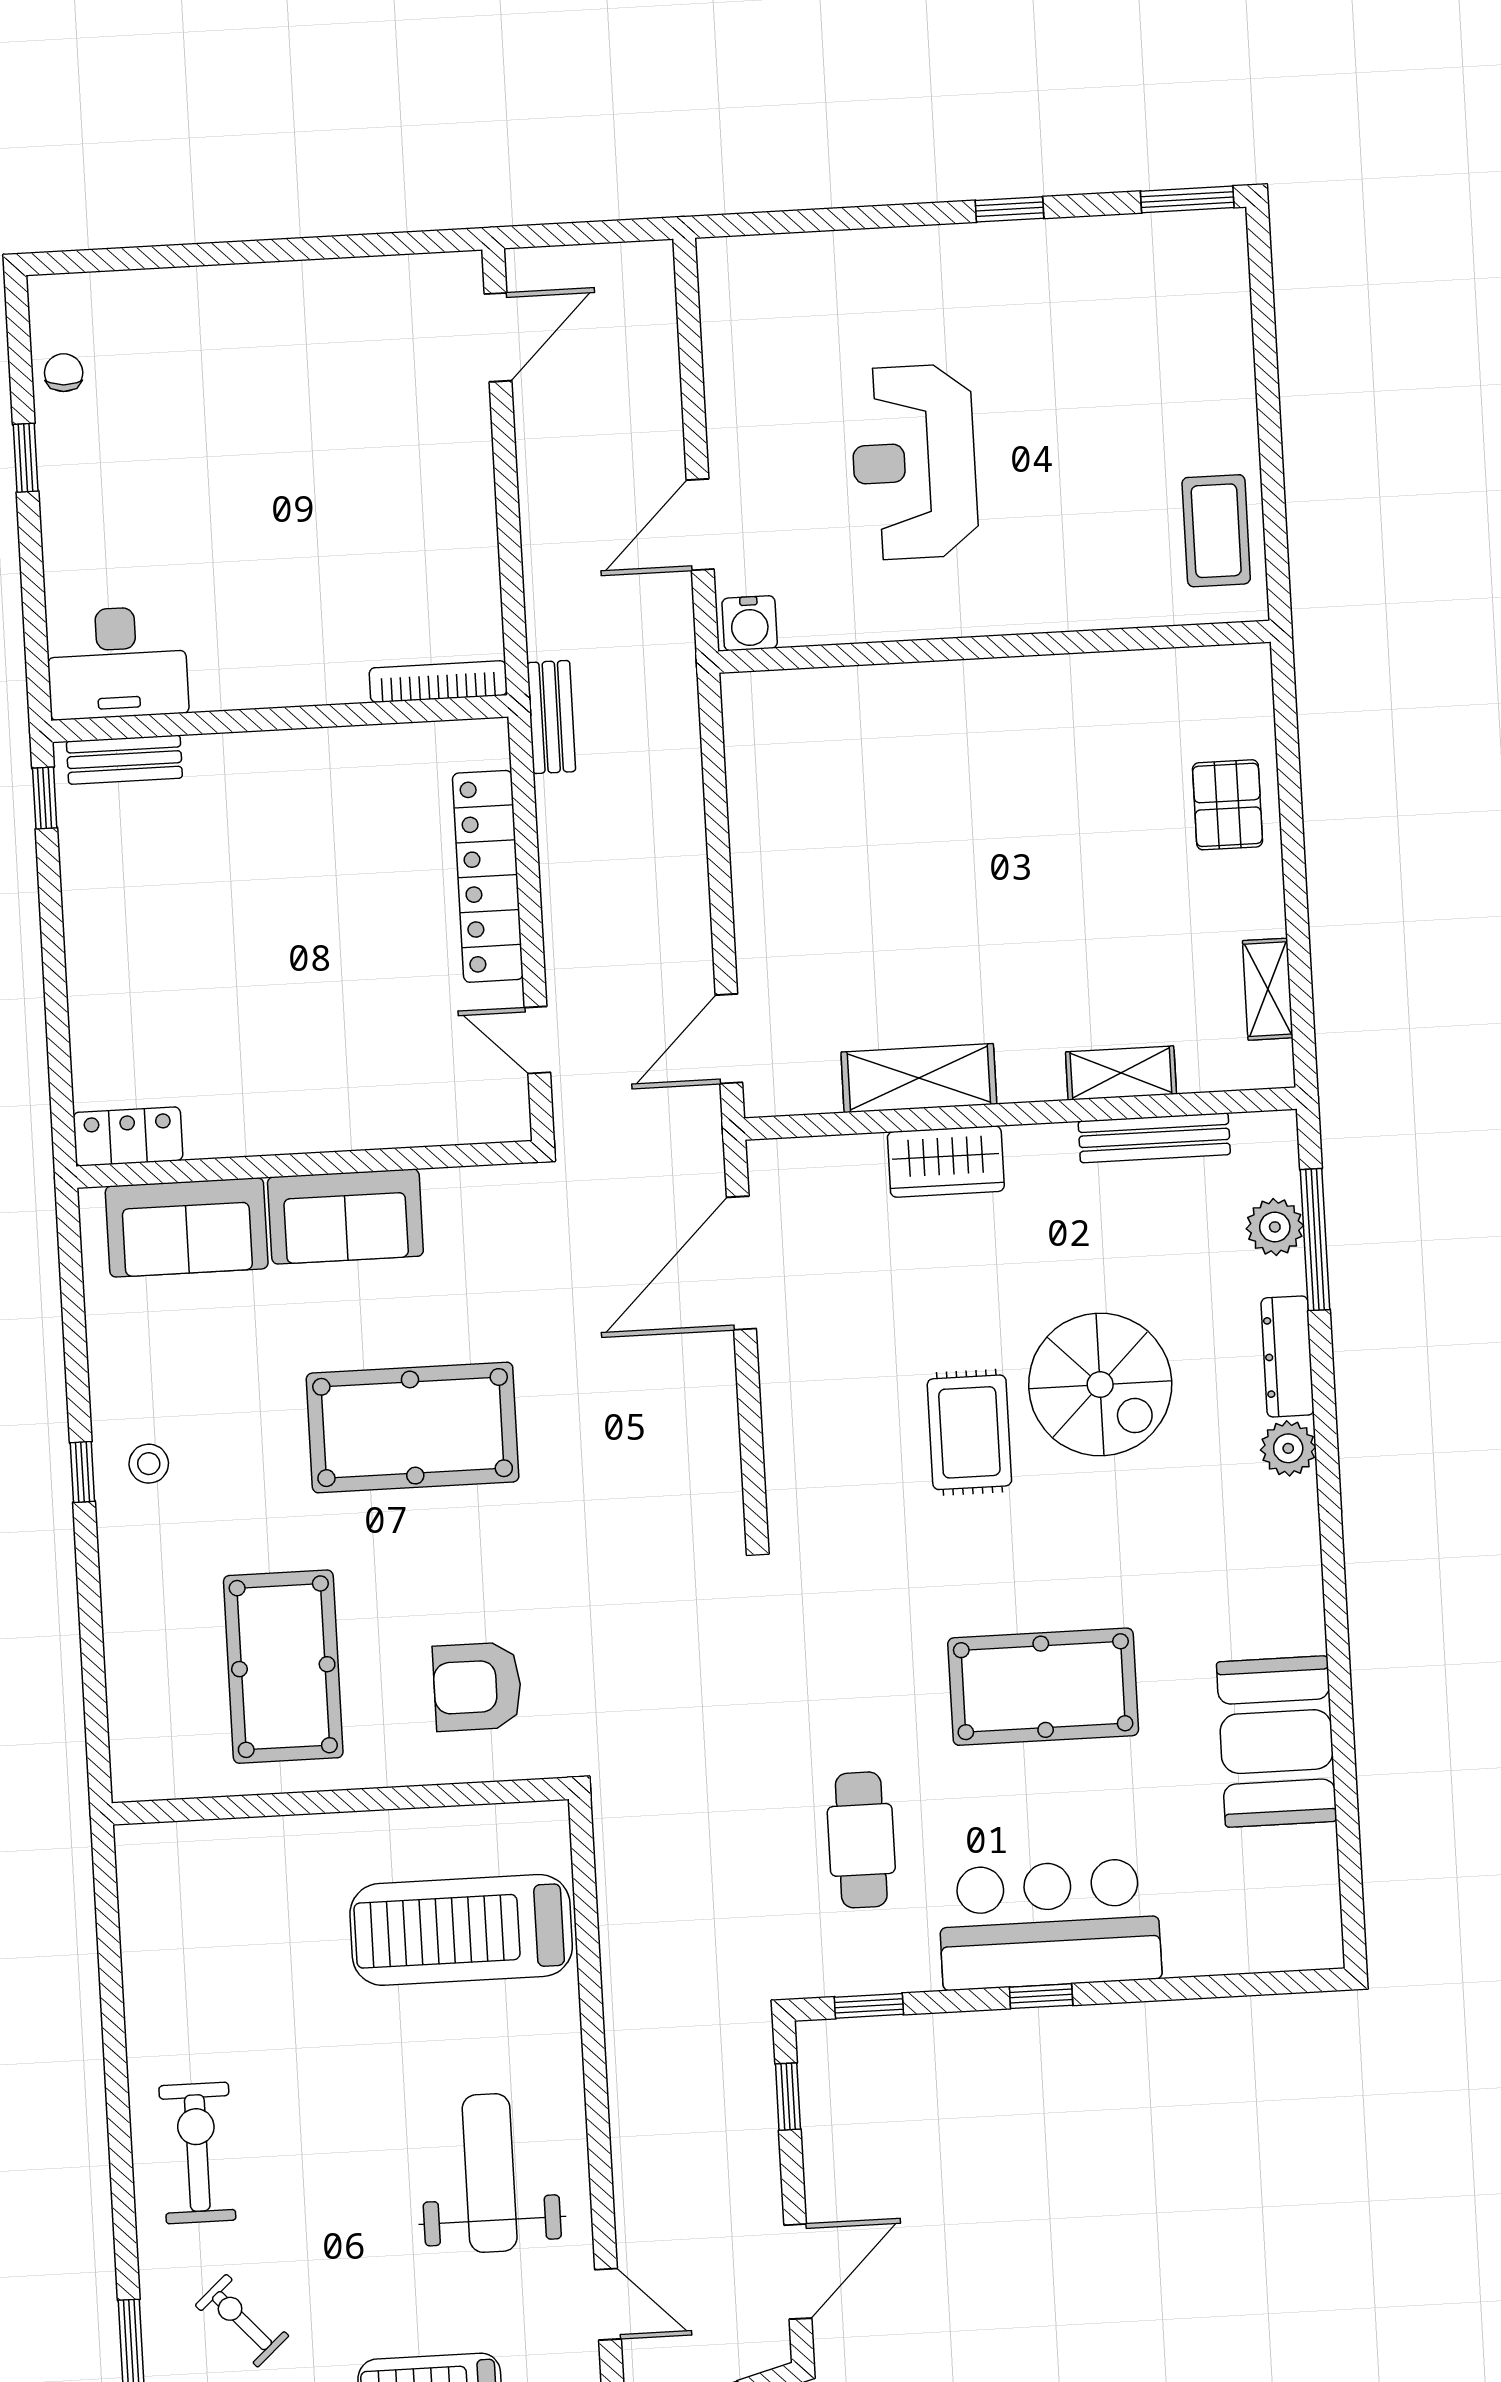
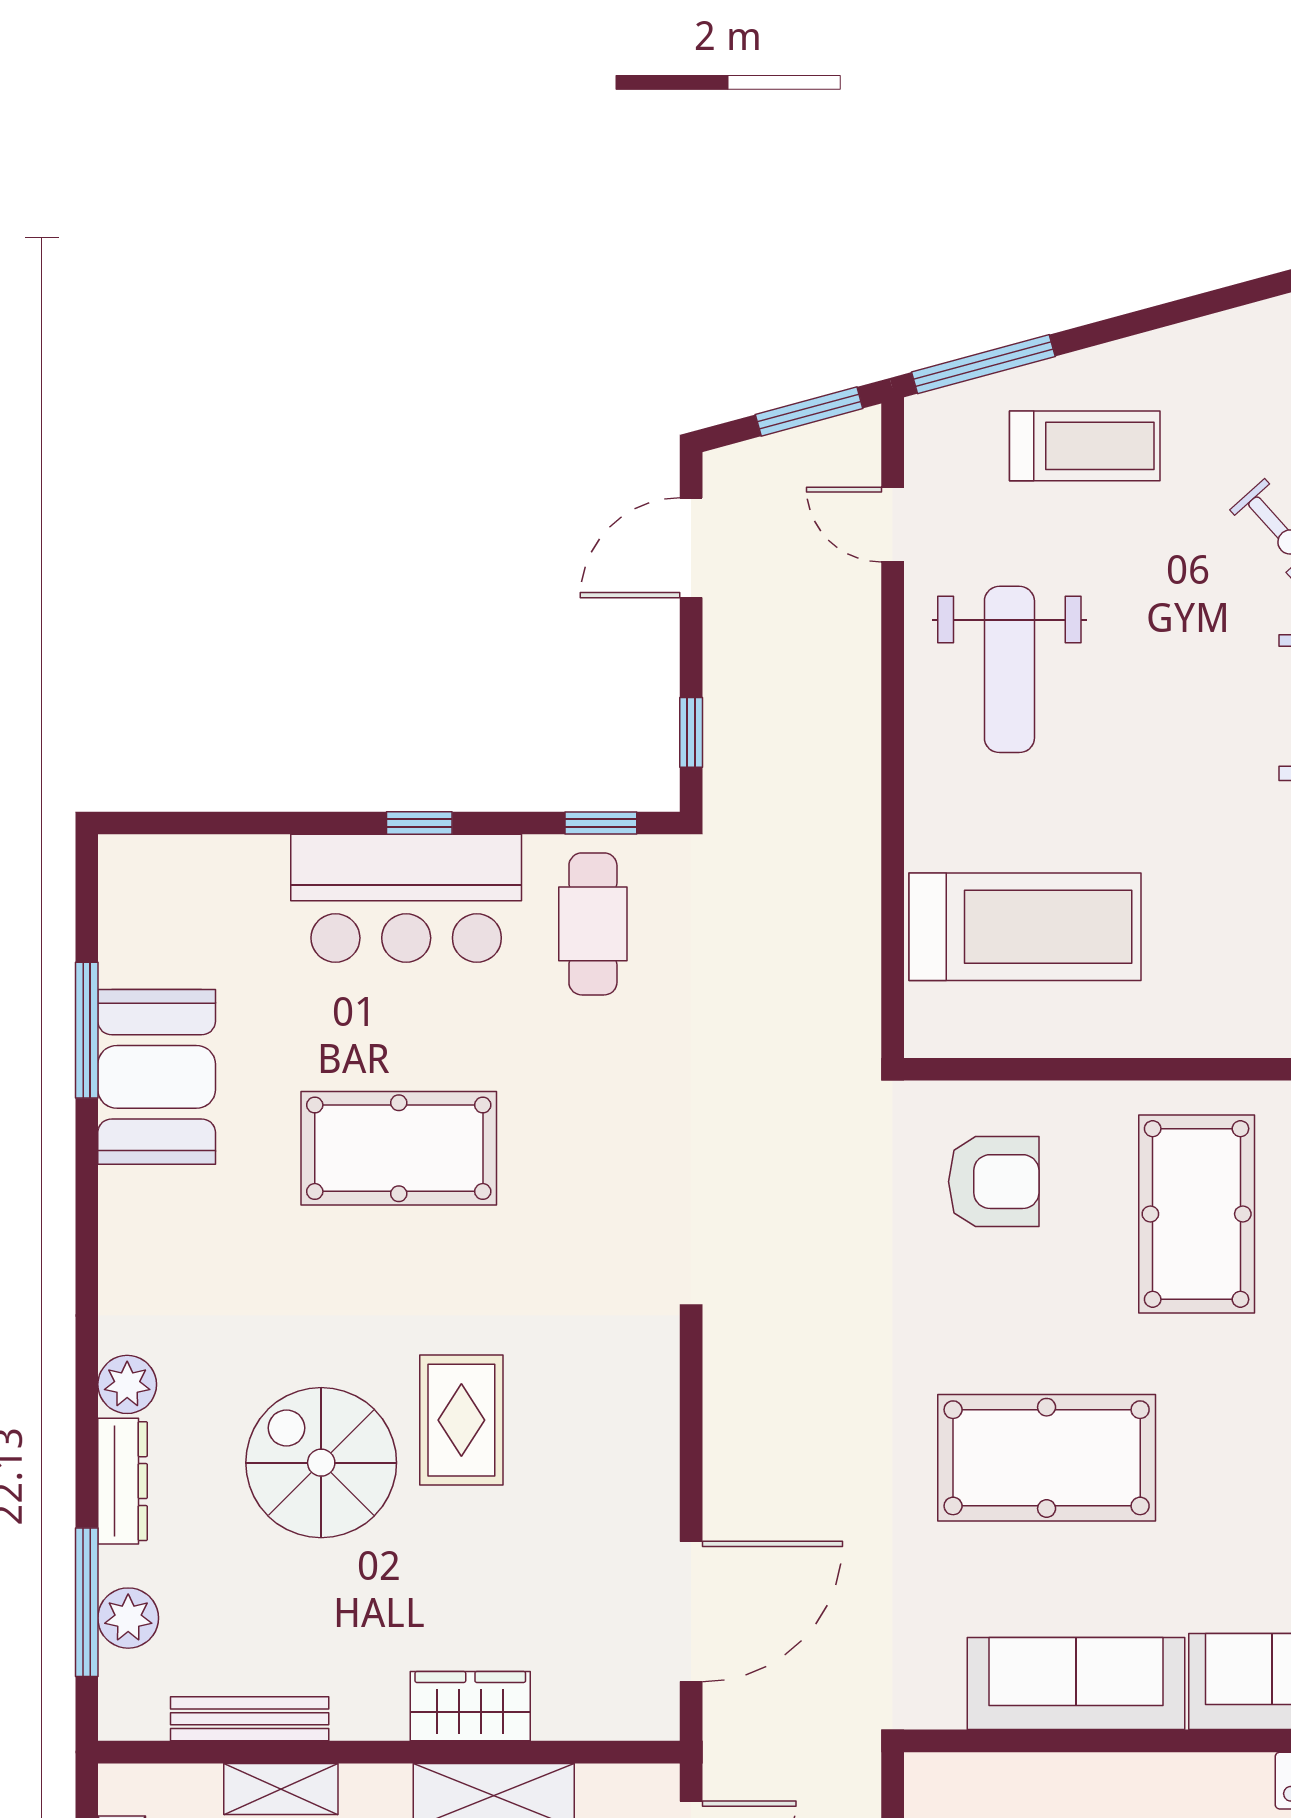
sofa: (345, 1217) -> (1076, 1684), width x1.36
window: (1345, 1782) -> (87, 1030), added
cafe table: (861, 1840) -> (593, 924), moved

